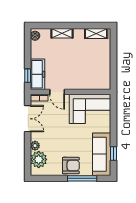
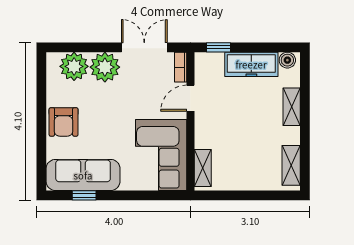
freezer: (38, 74) -> (251, 64), moved
shelving: (98, 85) -> (203, 168), added
double door: (28, 119) -> (144, 47), swing flipped
plant: (35, 146) -> (105, 67), width x1.87, depth x1.87
window: (82, 178) -> (41, 141), removed

